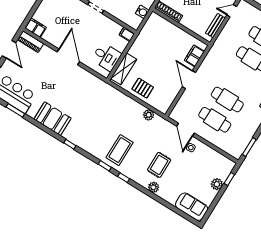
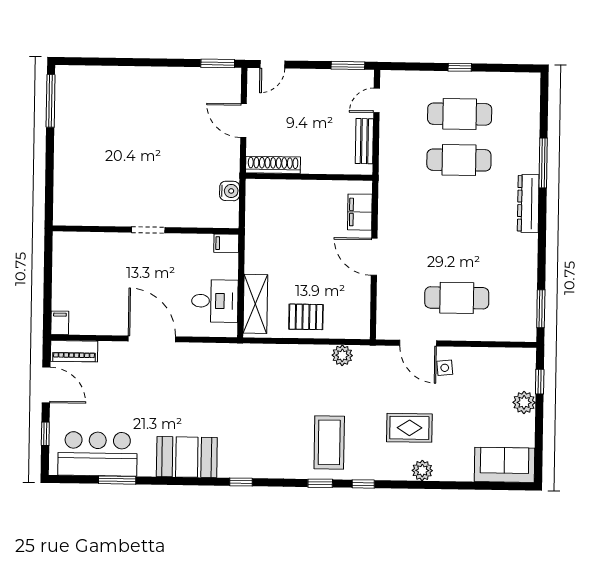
filing cabinet: (36, 28) -> (60, 323), width x0.50
cafe table: (227, 100) -> (457, 252), removed
rug: (159, 165) -> (409, 428), turned 90

